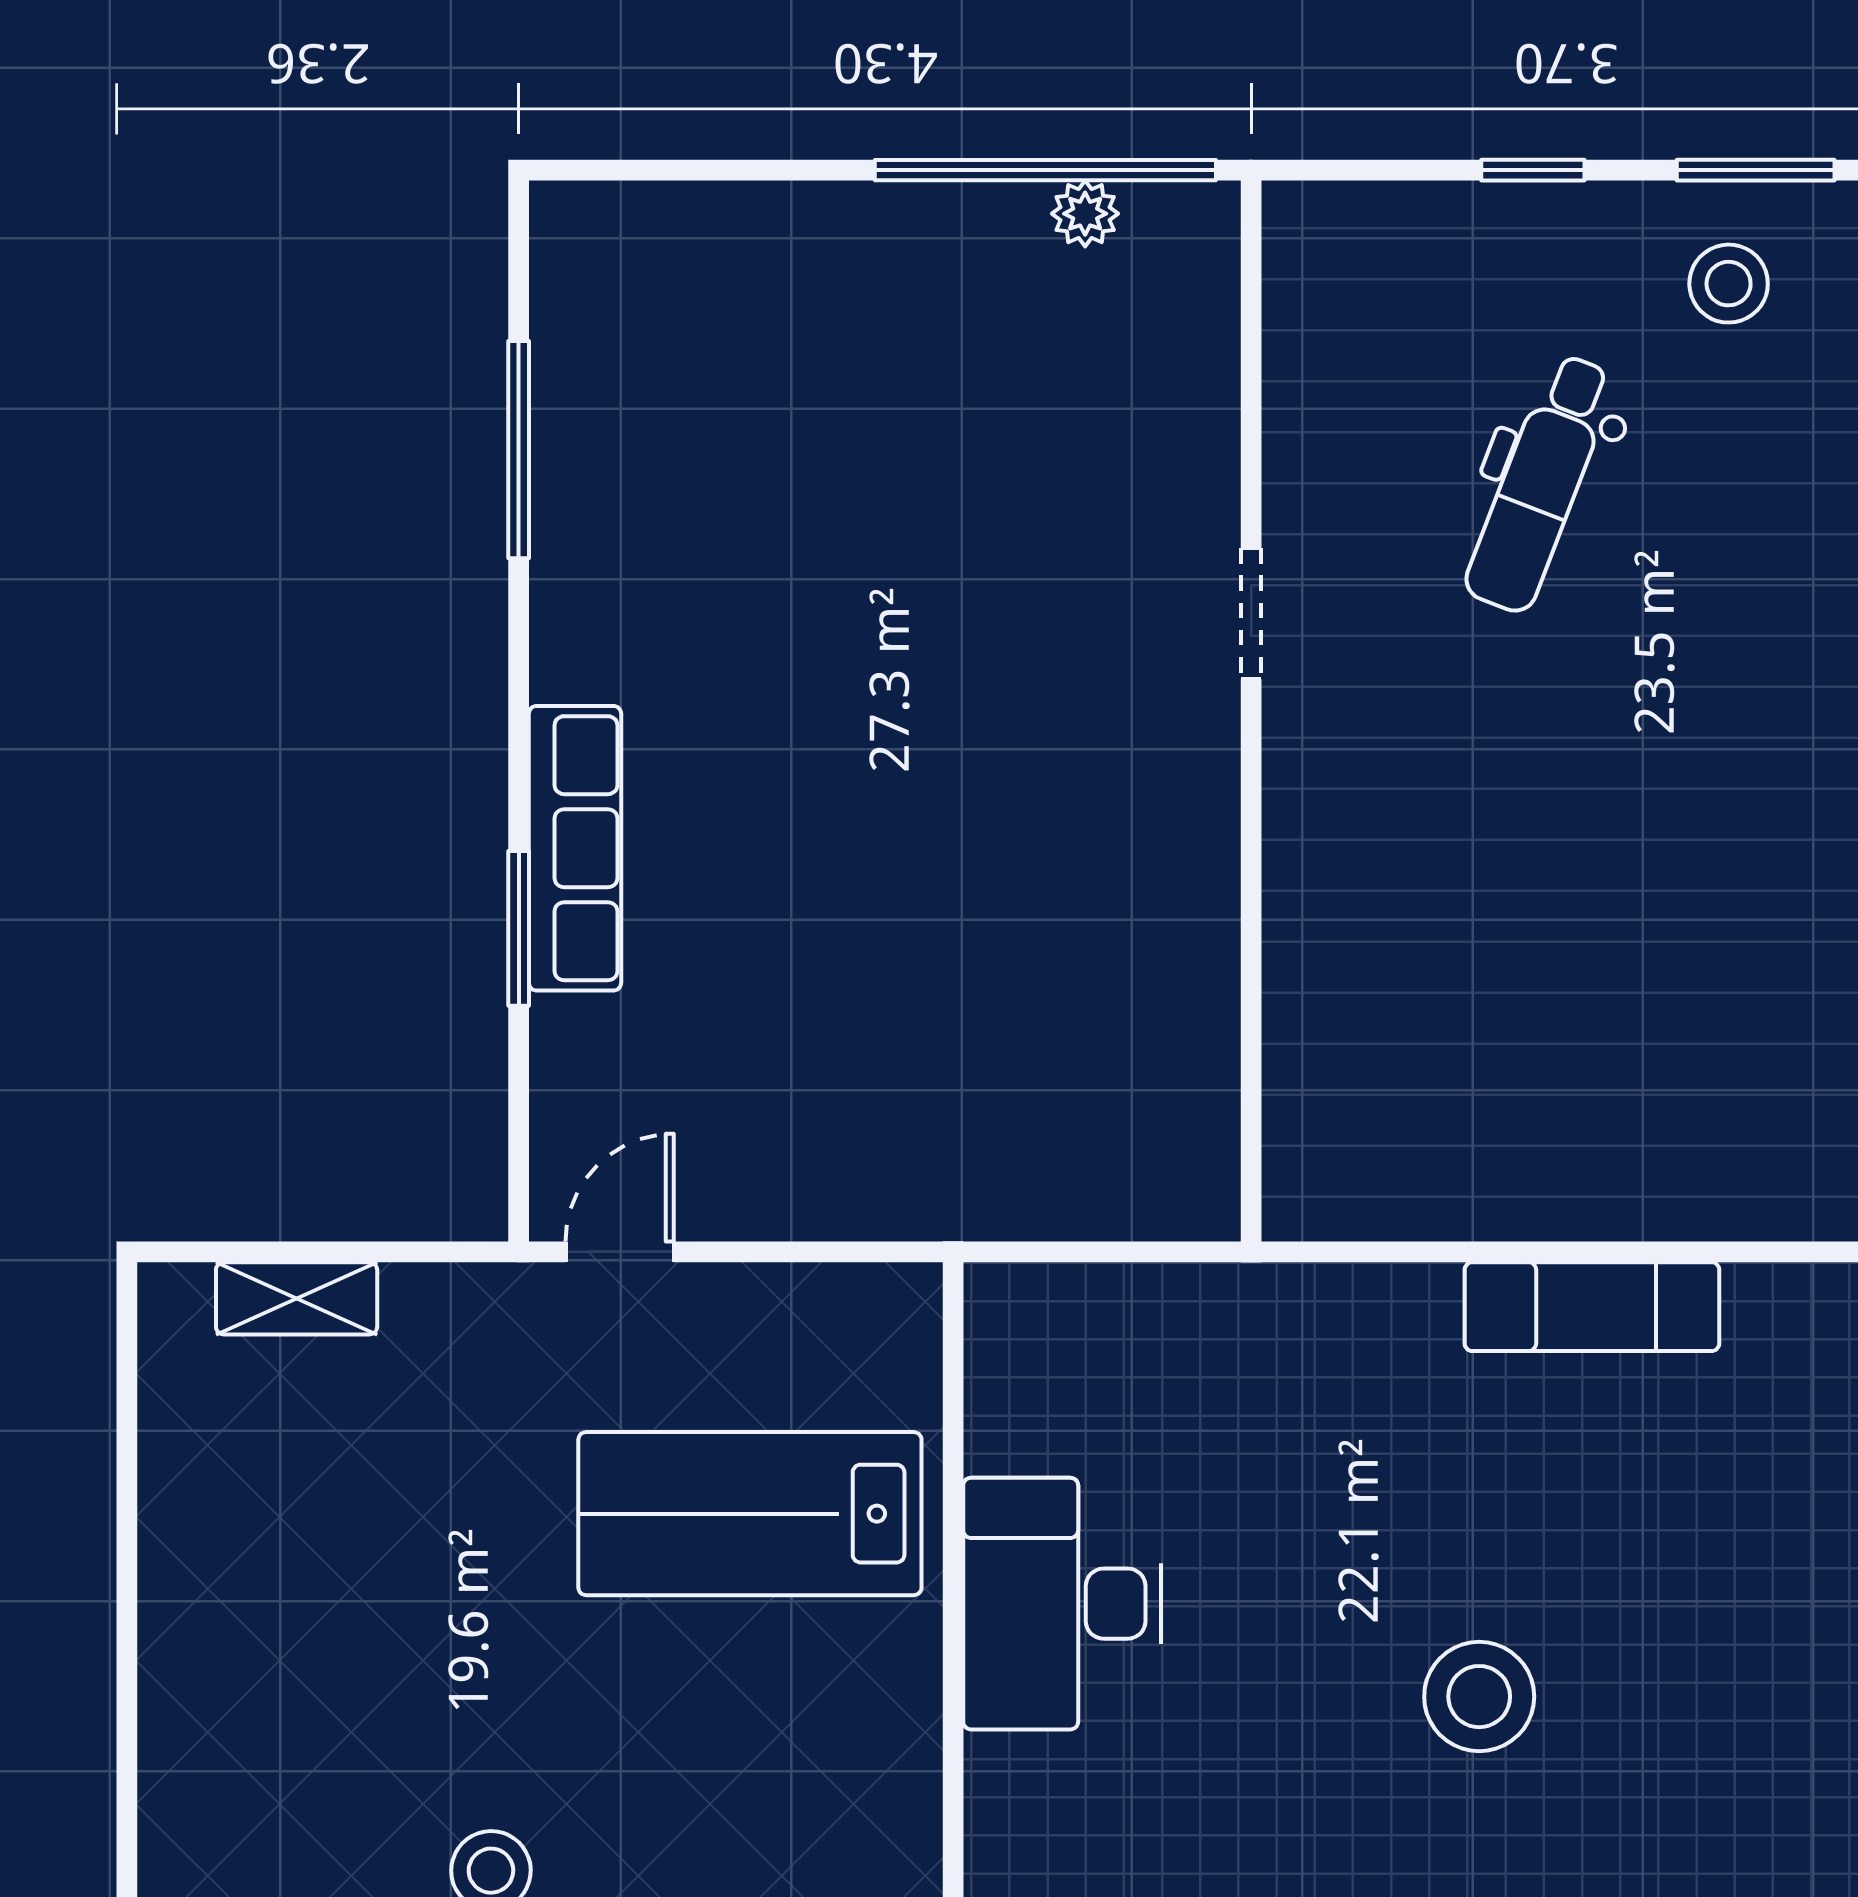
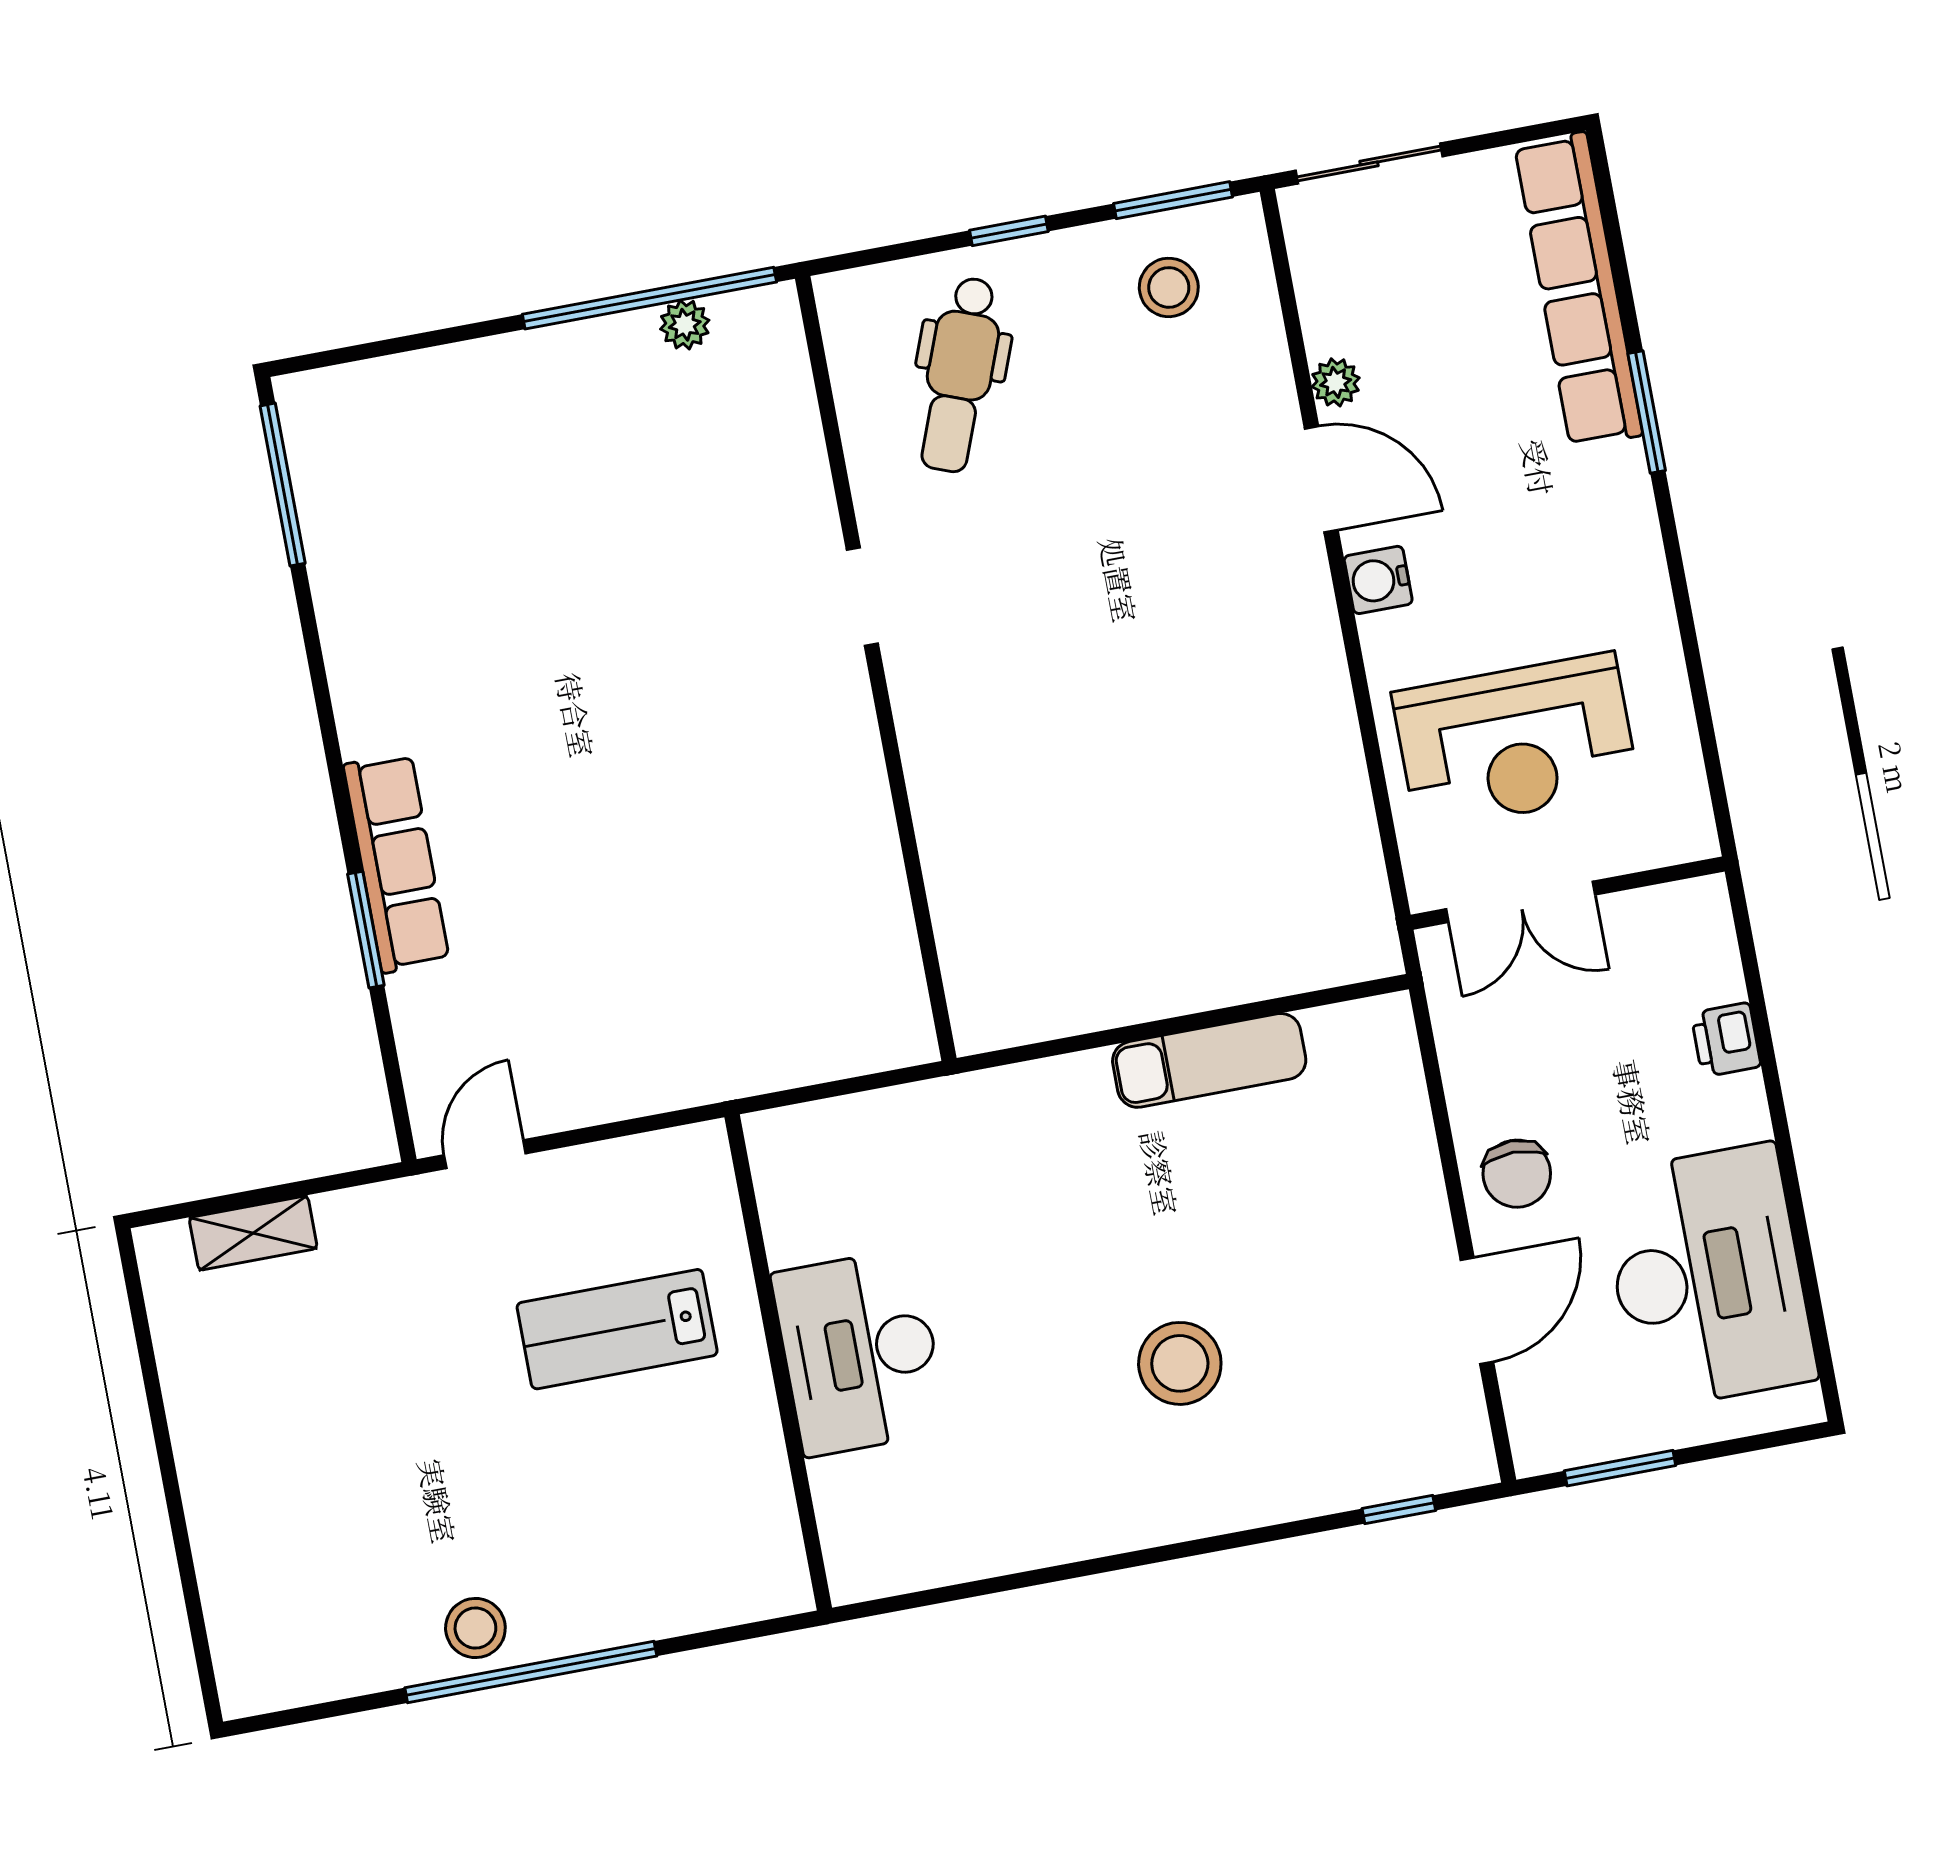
window: (519, 450) -> (283, 485), moved
dental chair: (1540, 483) -> (960, 375), moved
lab bench: (750, 1514) -> (617, 1329), width x0.73, depth x0.72

